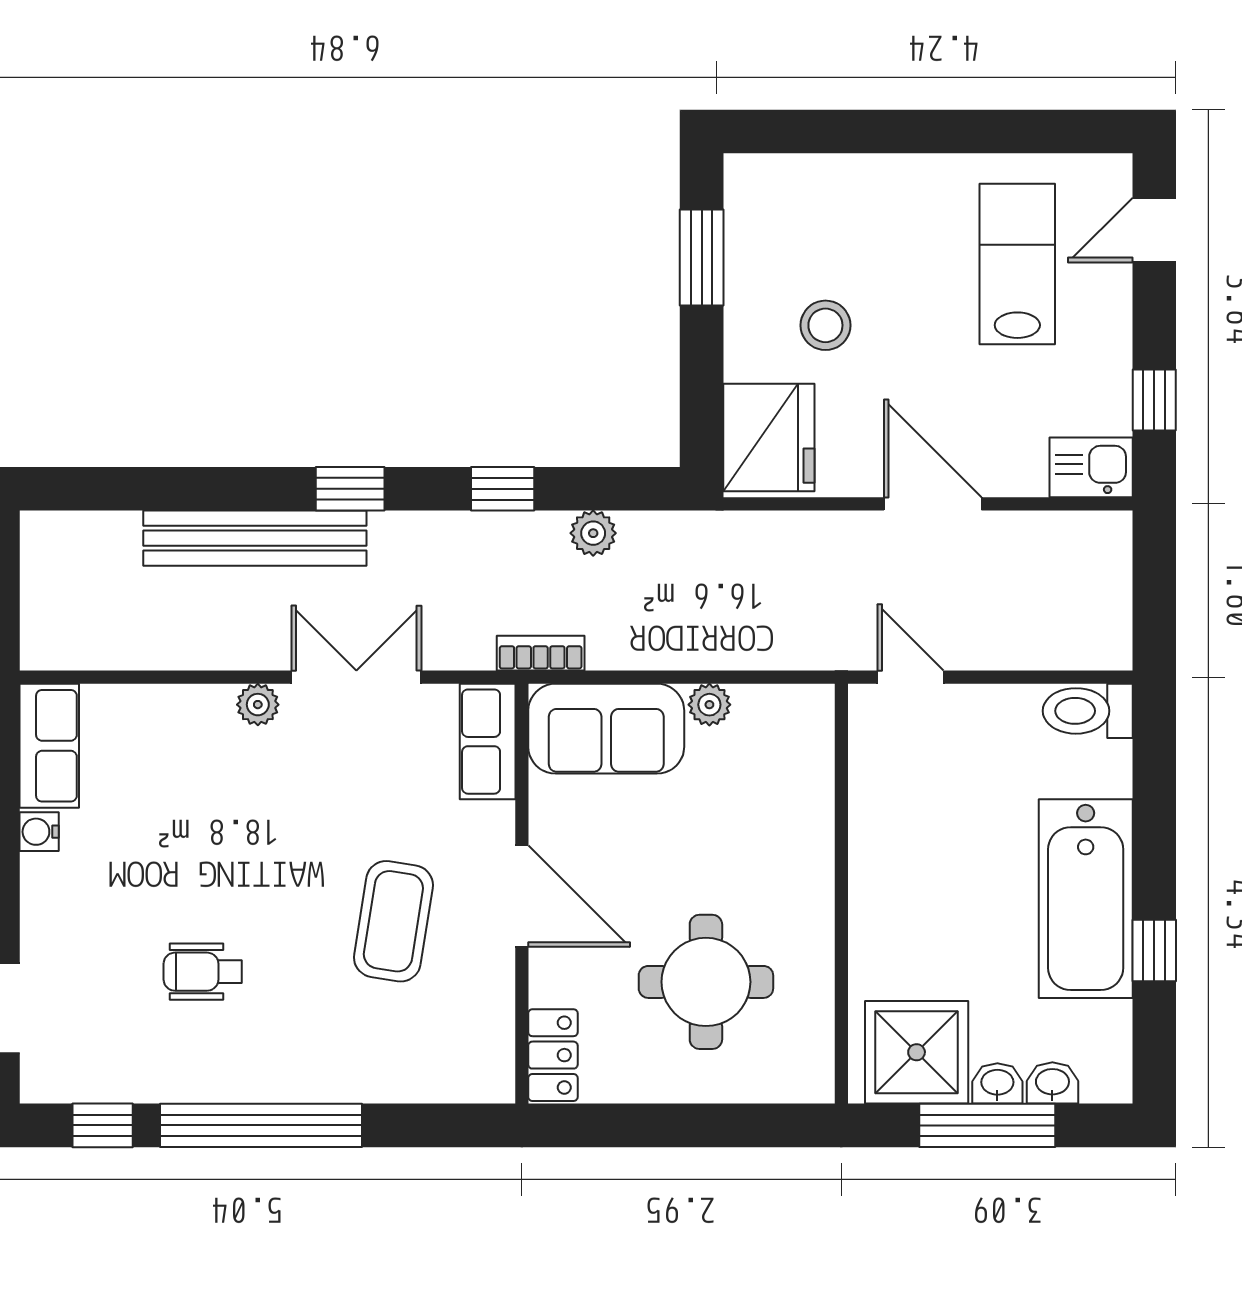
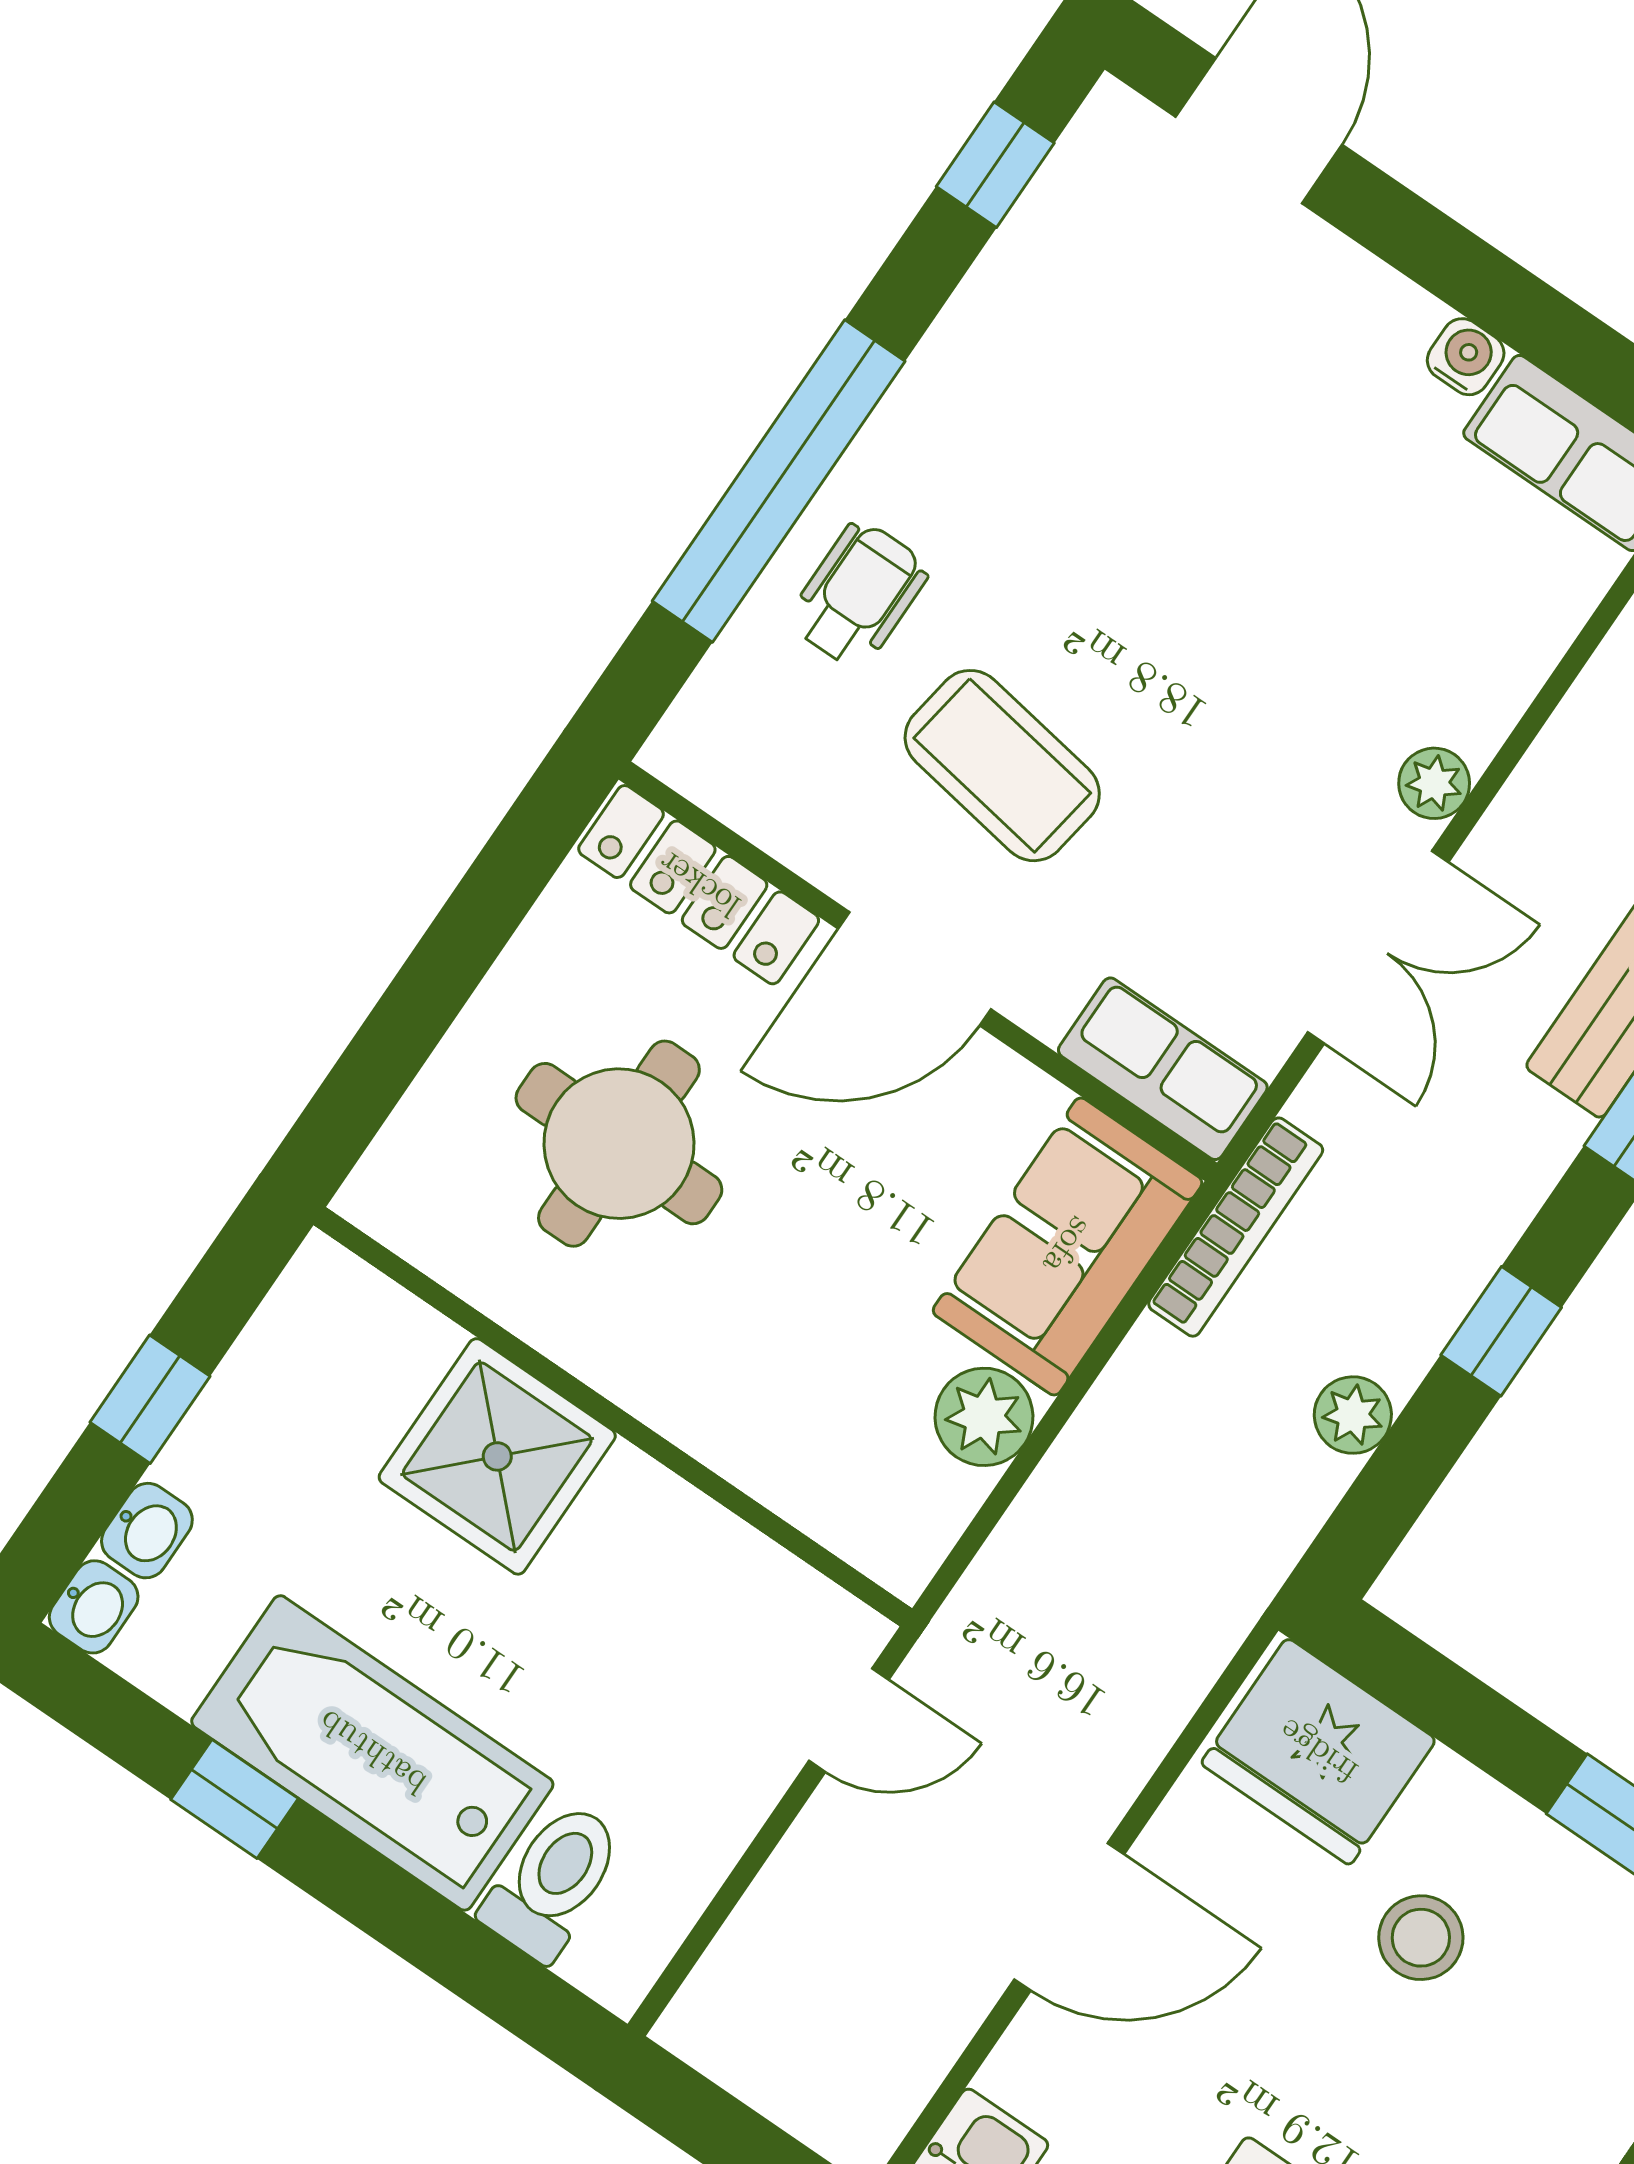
bookcase: (541, 653) -> (1236, 1227), width x1.56
plant: (709, 705) -> (984, 1417), width x1.38, depth x1.38
toilet: (1088, 711) -> (553, 1881), moved
wheelchair: (203, 972) -> (859, 595), moved
shower: (917, 1052) -> (497, 1456), moved
locker: (553, 1055) -> (699, 885), width x1.53
washbasin: (997, 1083) -> (94, 1607), moved
window: (261, 1125) -> (779, 481), moved
window: (987, 1125) -> (150, 1399), width x0.46

